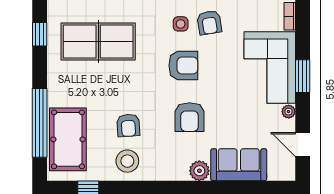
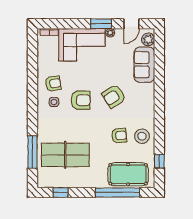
table tennis table: (98, 42) -> (65, 155), turned 90
armchair: (183, 65) -> (81, 100), turned 90
window: (303, 76) -> (101, 24), moved
armchair: (190, 117) -> (114, 96), turned 147
plant: (199, 171) -> (148, 39), moved

